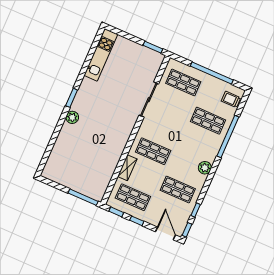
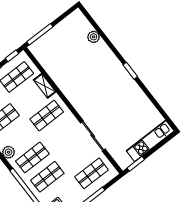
kitchen unit: (101, 55) -> (150, 141), moved, turned 90
plant: (72, 117) -> (94, 37), moved
shop shelf: (198, 144) -> (32, 157), added

